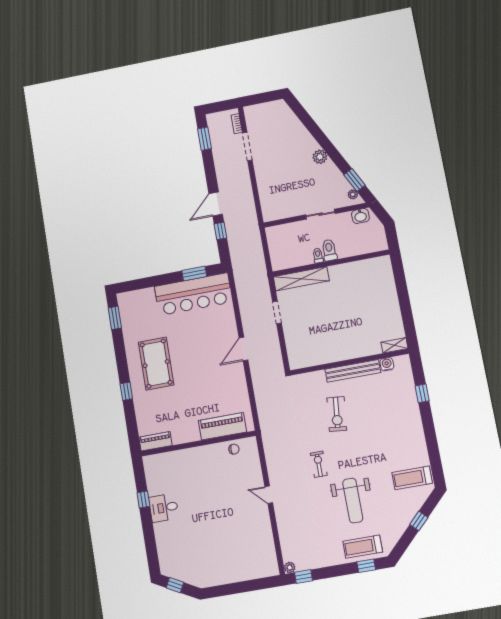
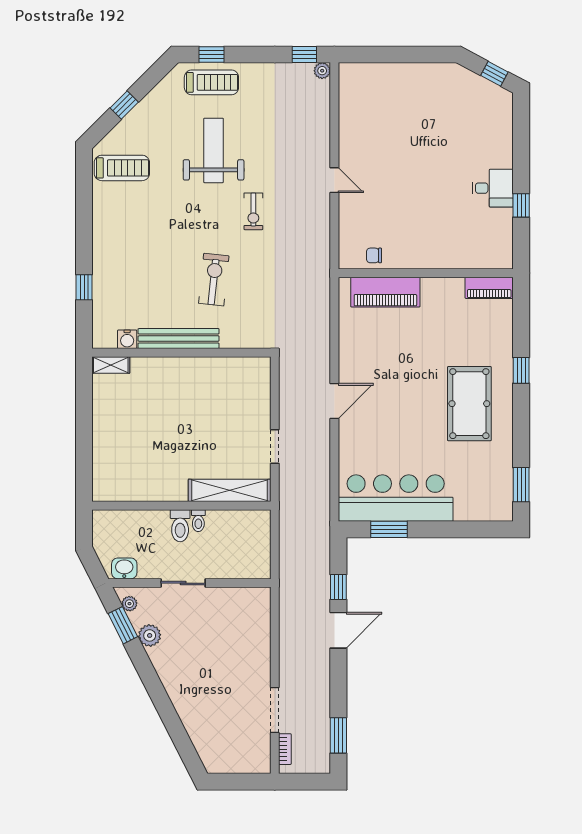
plant: (320, 157) -> (150, 635), moved

